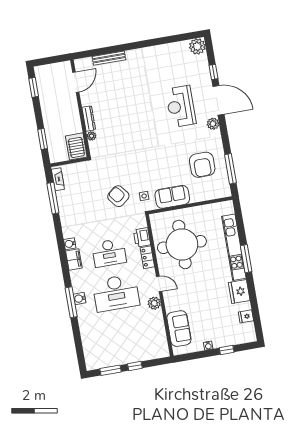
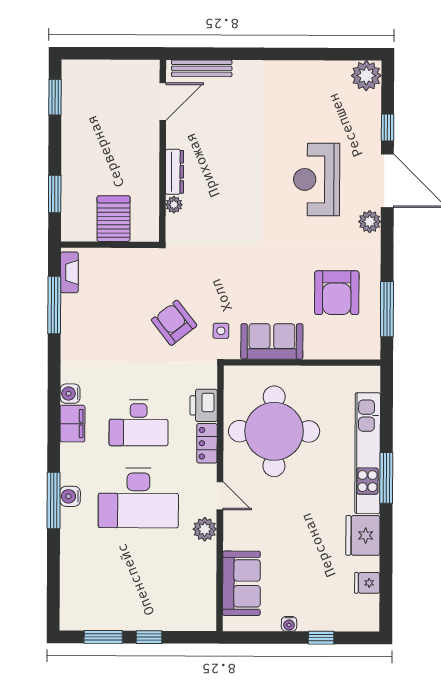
door: (76, 82) -> (163, 101), moved
wall: (80, 108) -> (163, 151), moved
dresser: (89, 118) -> (175, 172), moved
plant: (92, 136) -> (174, 205), moved

